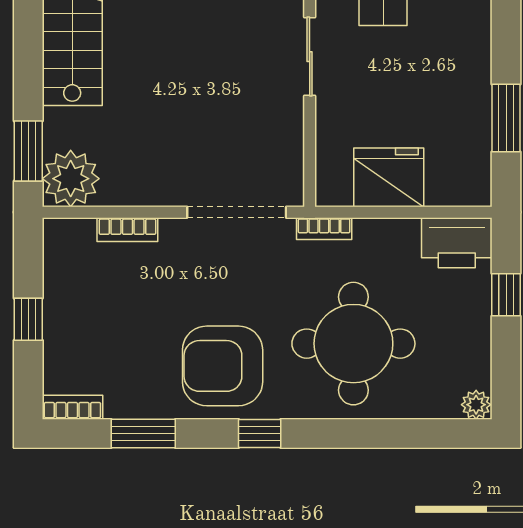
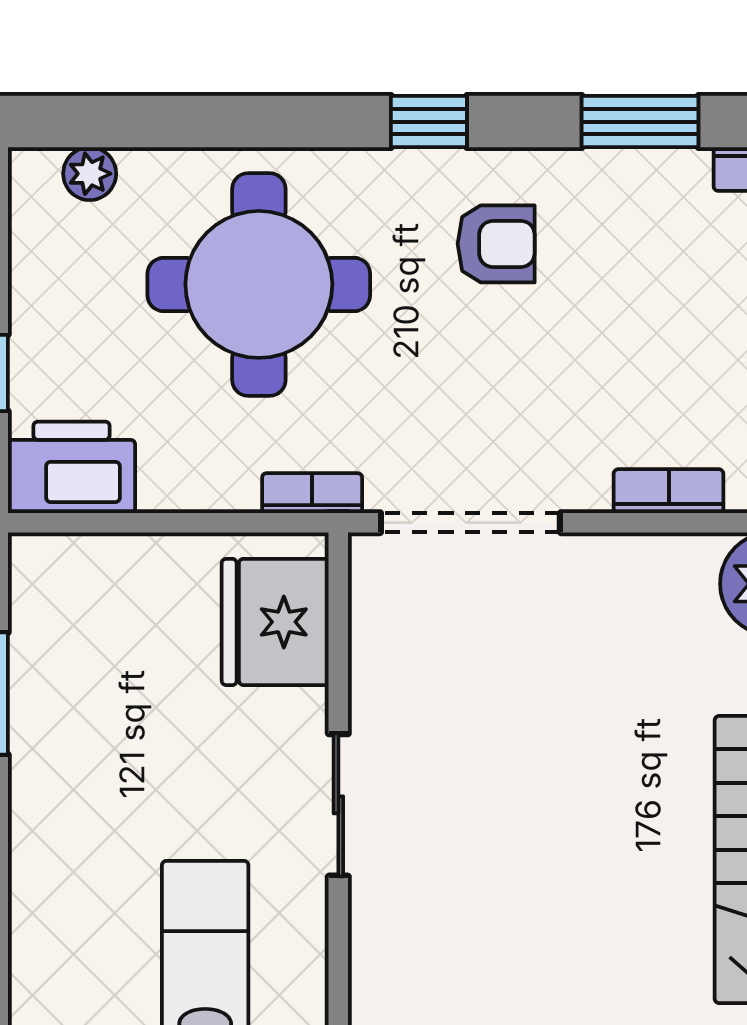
fridge: (389, 177) -> (275, 622), moved, turned 90
armchair: (223, 366) -> (496, 244), width x0.53, depth x0.53
plant: (476, 405) -> (90, 174), moved

